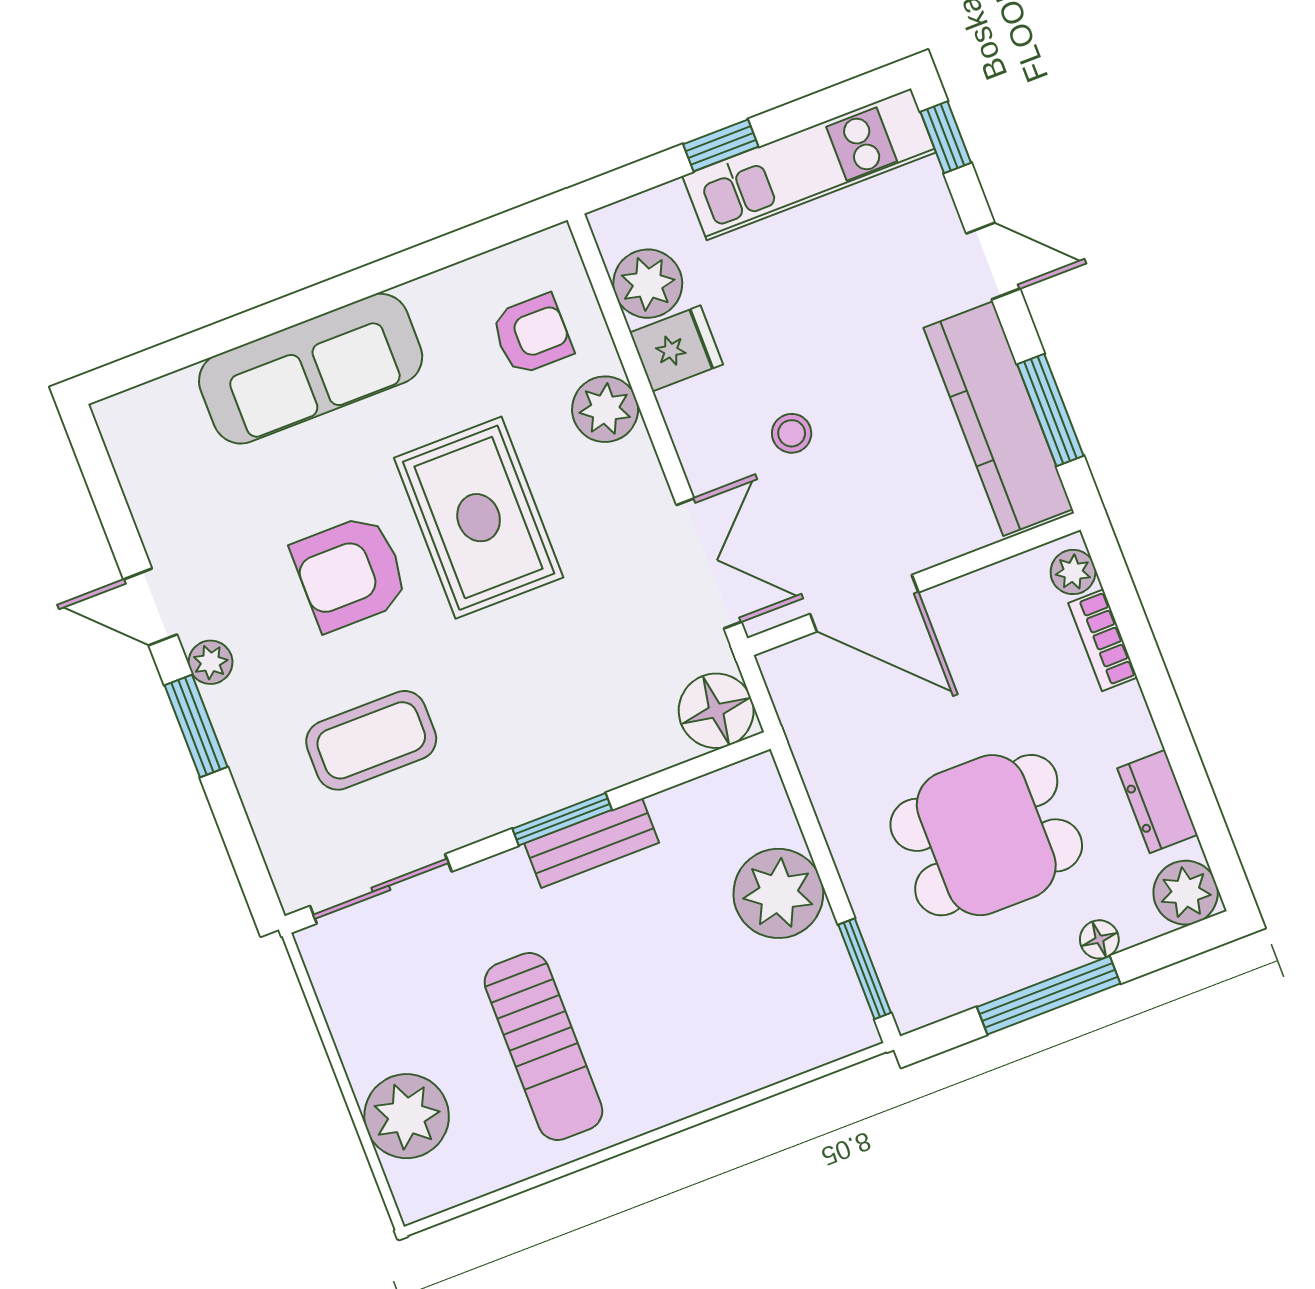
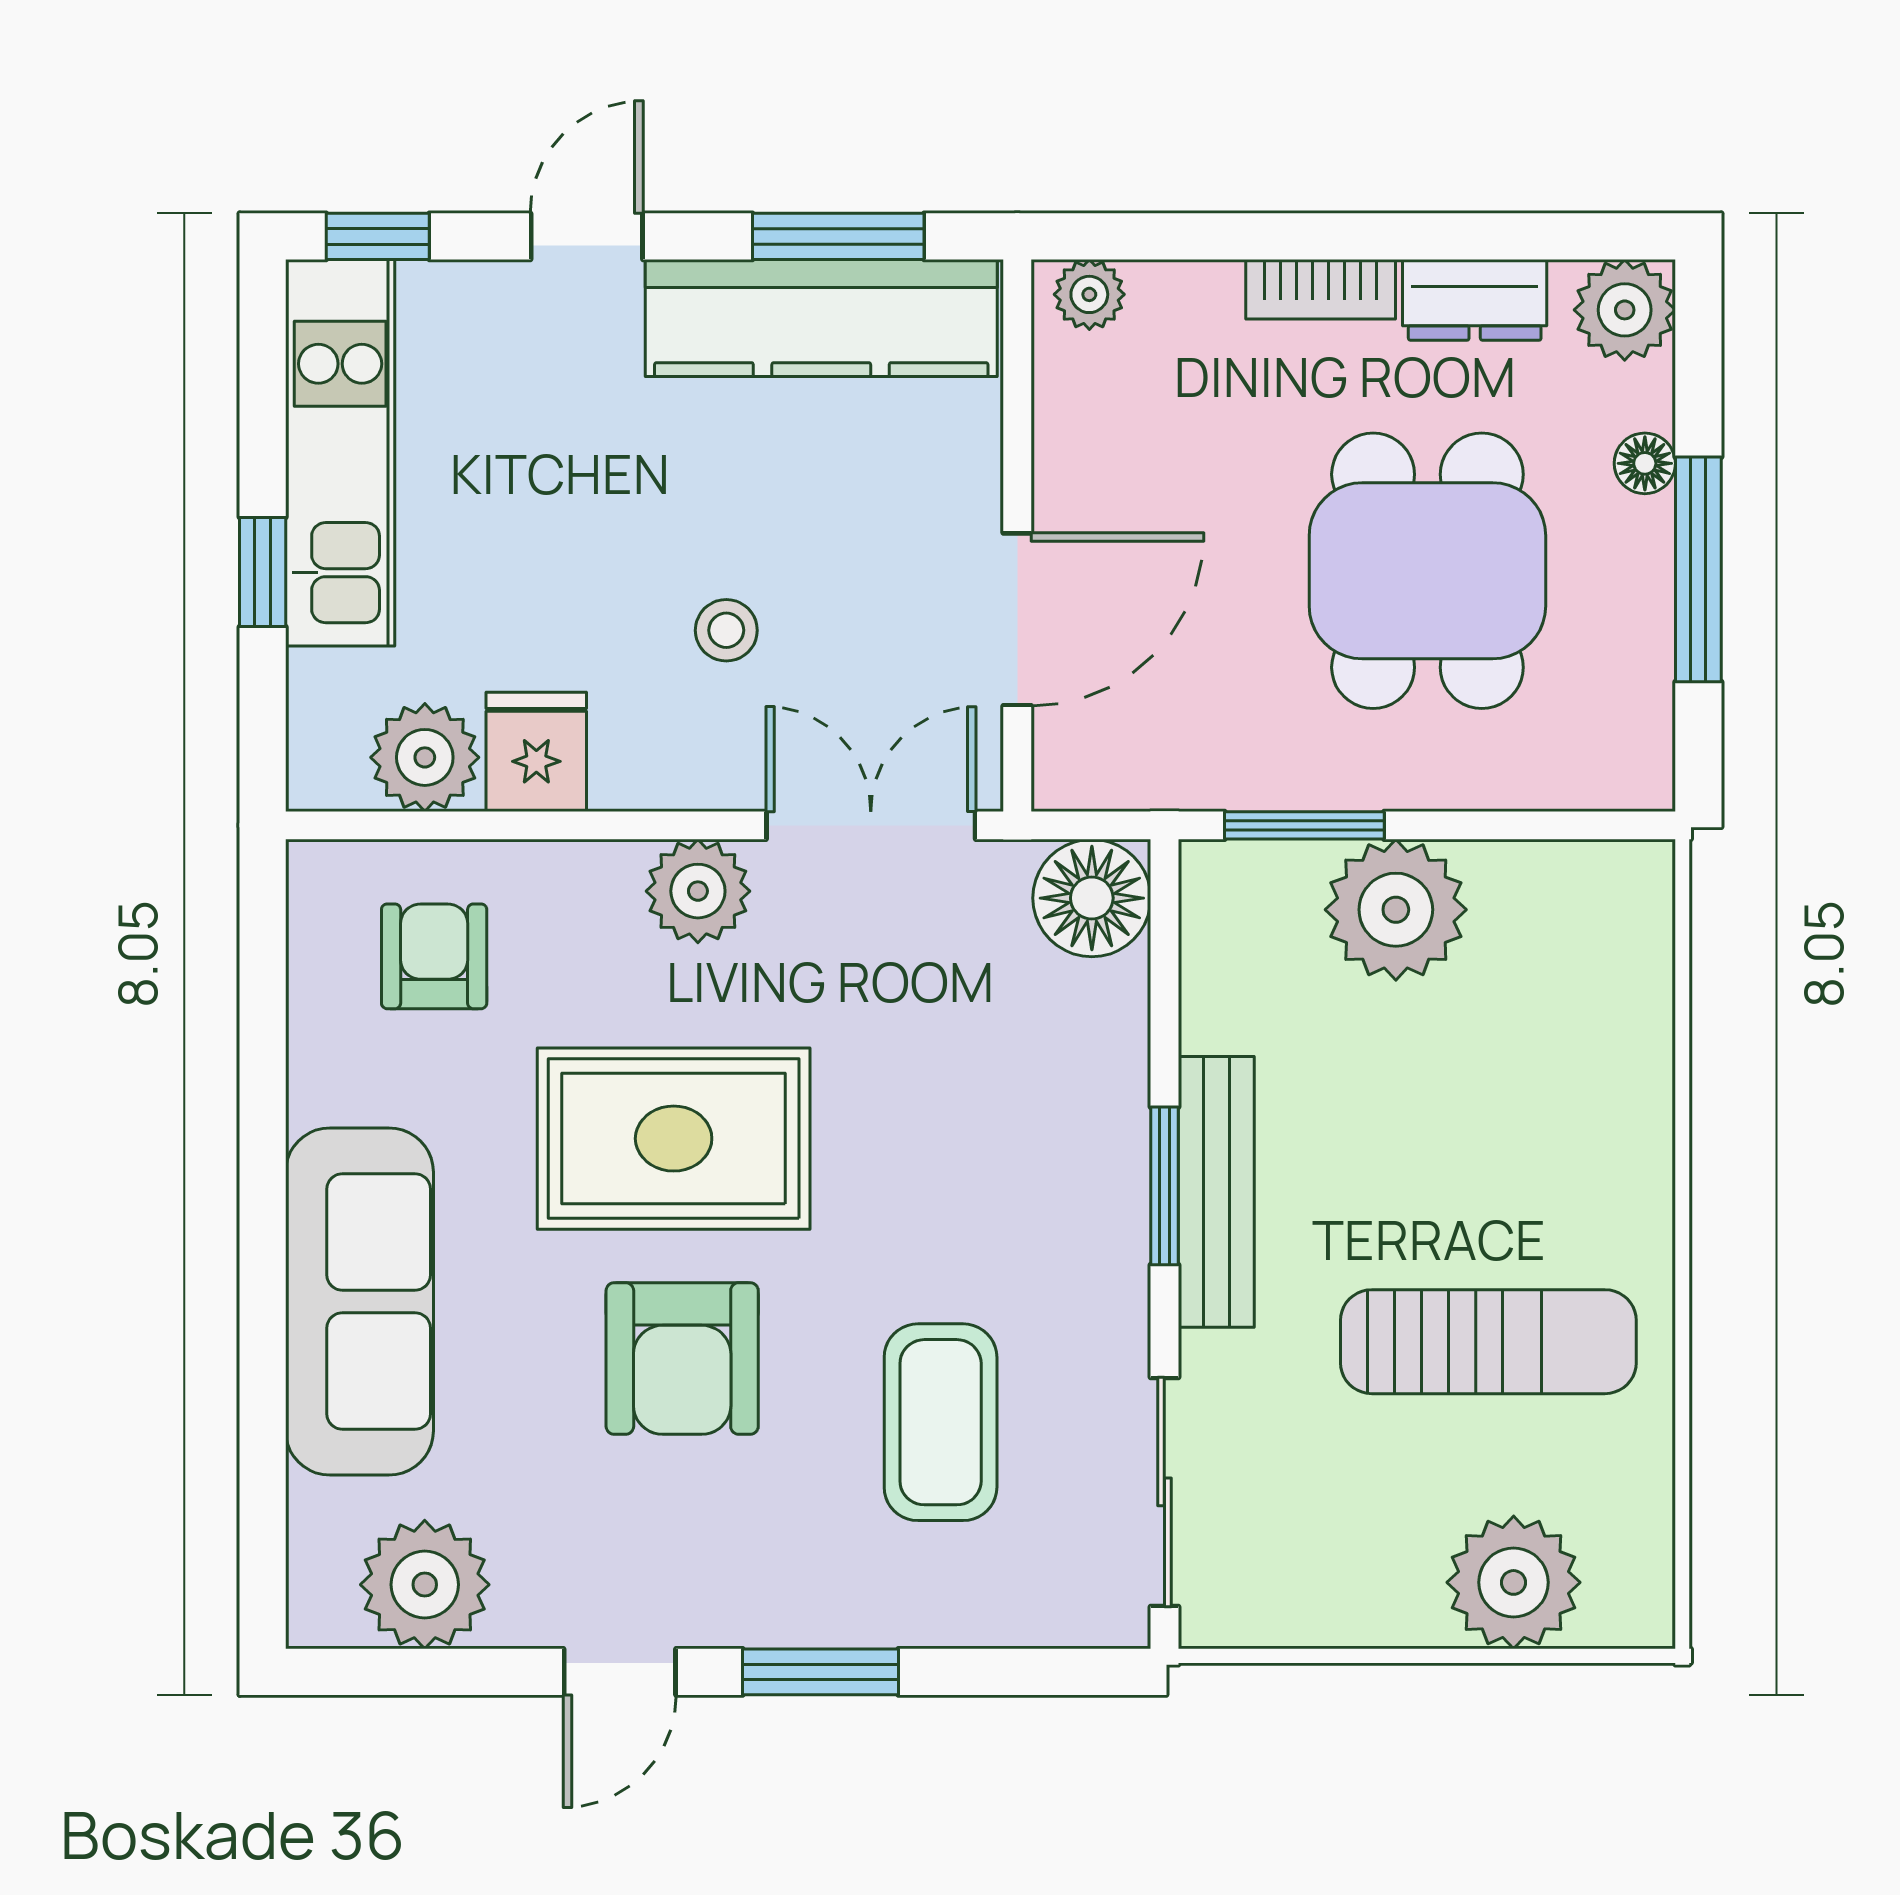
plant: (605, 409) -> (698, 891), moved
bookcase: (1103, 640) -> (1321, 289), moved
plant: (210, 662) -> (425, 1585), moved, width x1.87, depth x1.87
bench: (592, 843) -> (1216, 1192), width x1.36
window: (865, 969) -> (1304, 825), moved

